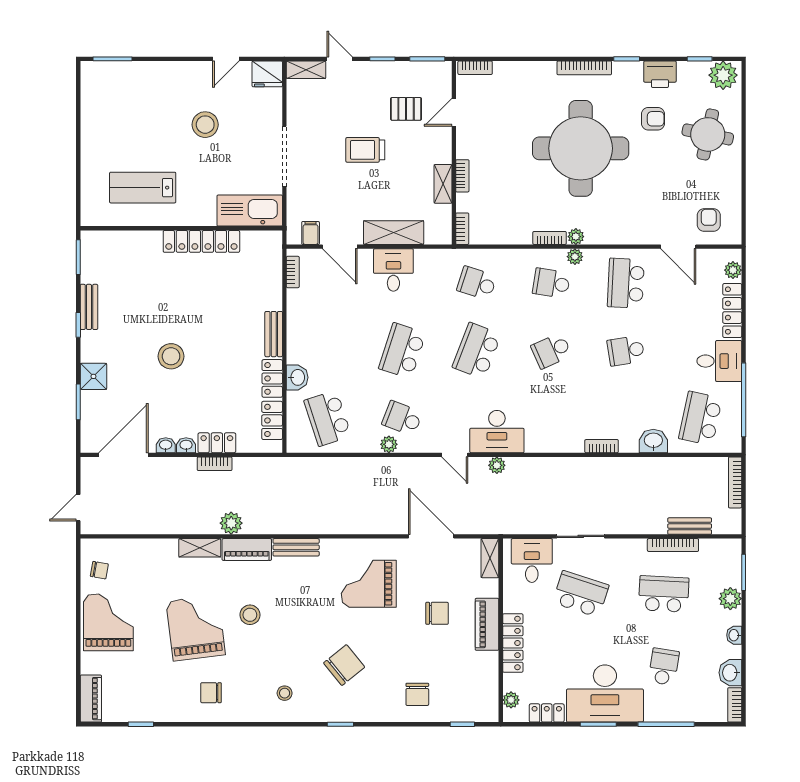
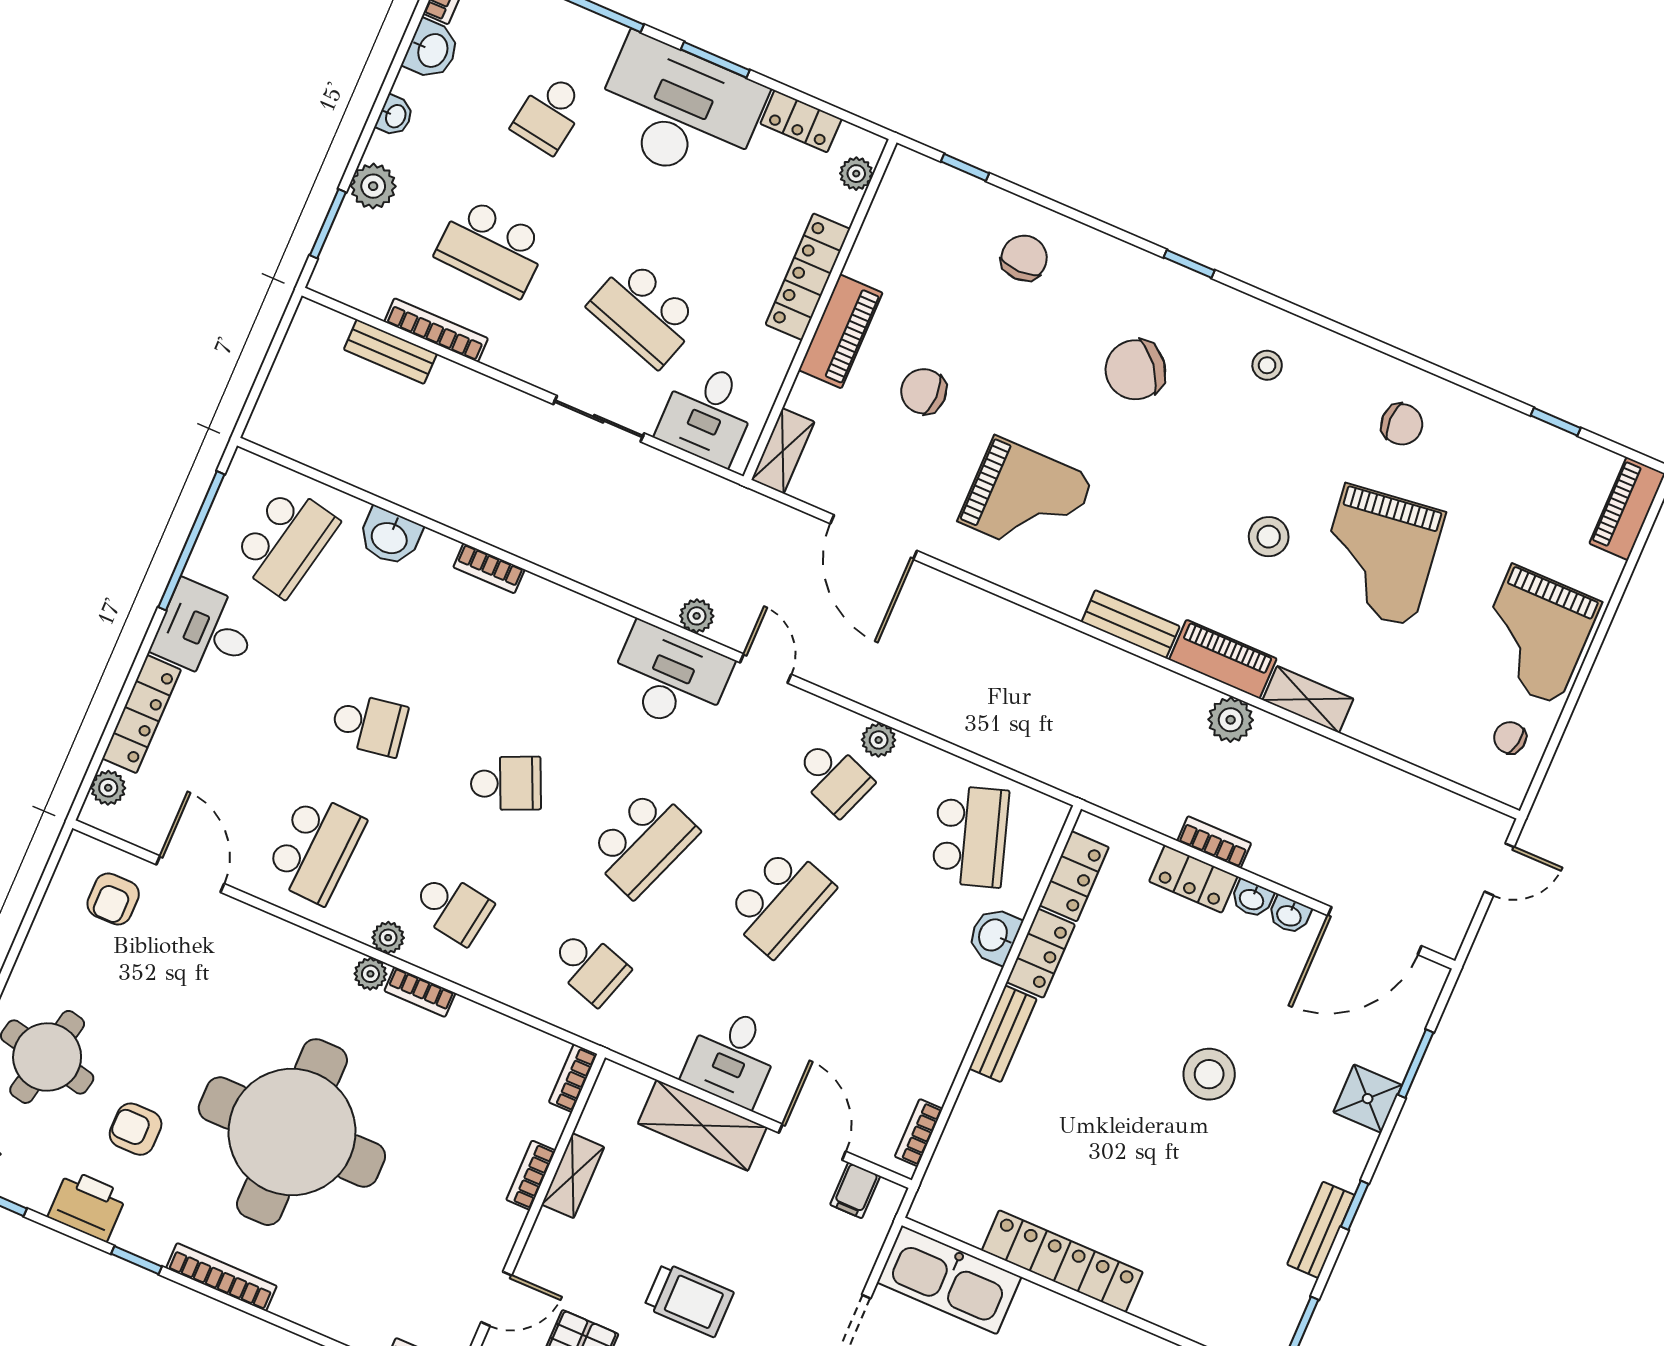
bookcase: (735, 482) -> (272, 396), removed

